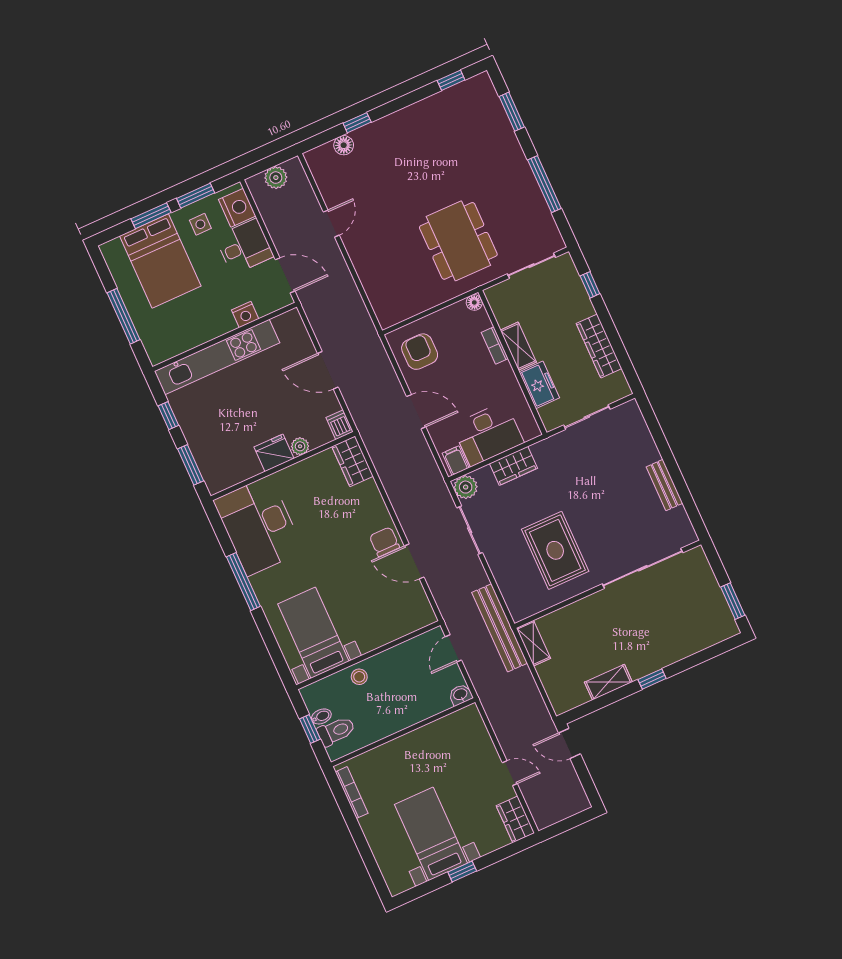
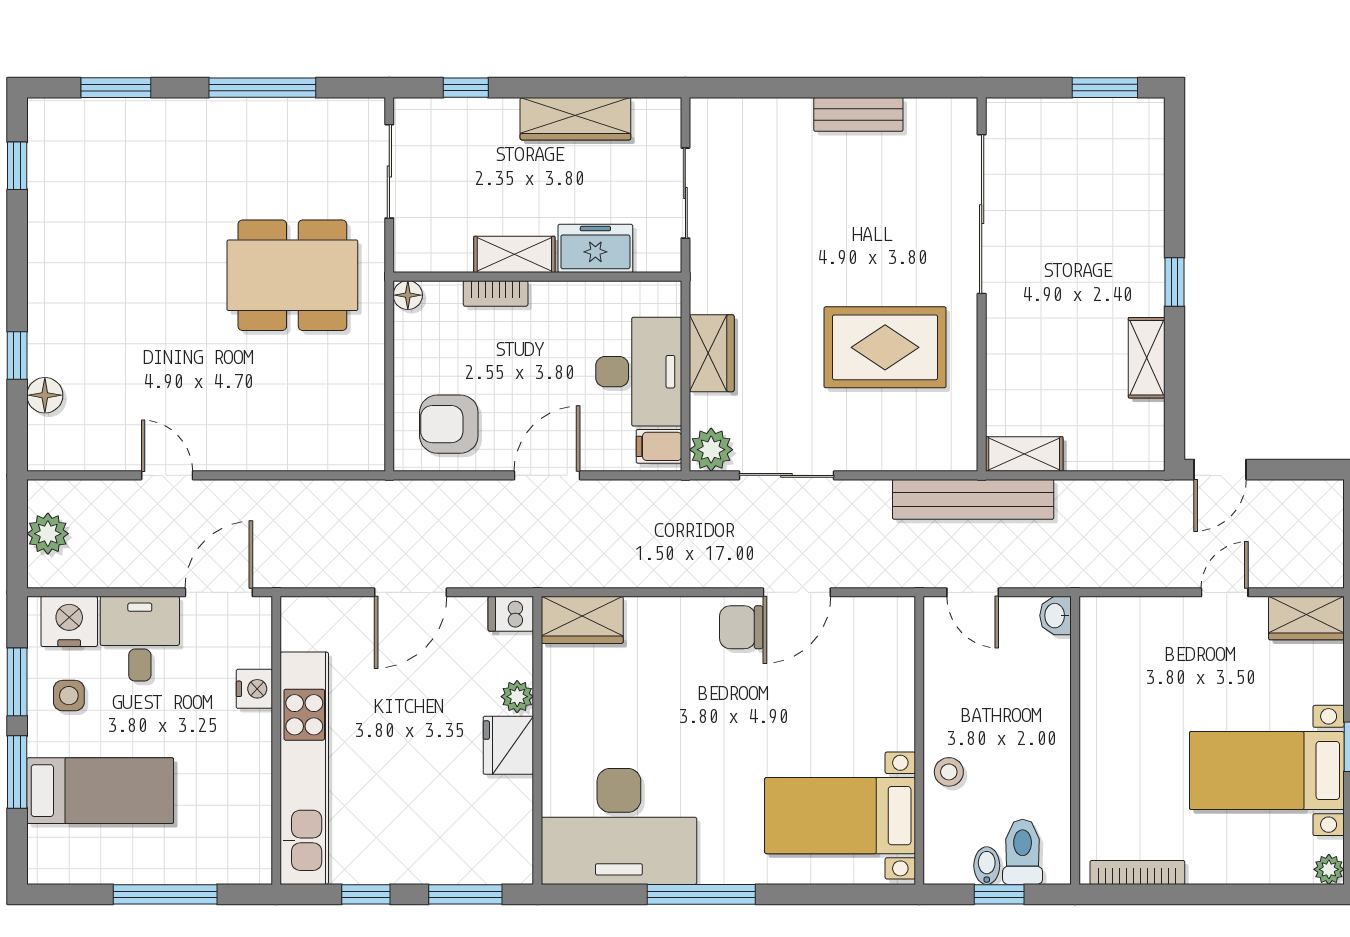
bed: (160, 261) -> (100, 791), width x0.67
plant: (396, 887) -> (1329, 869), added

